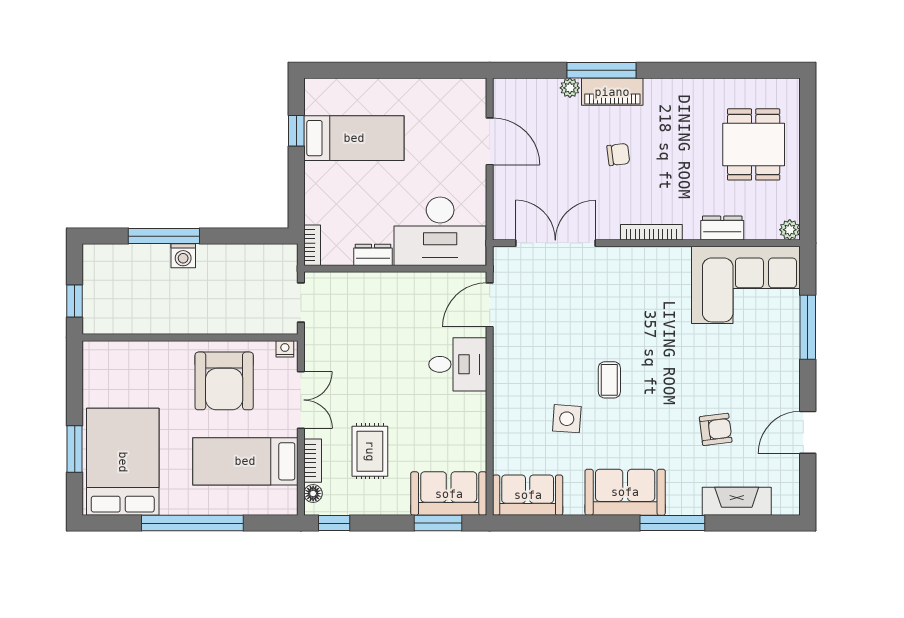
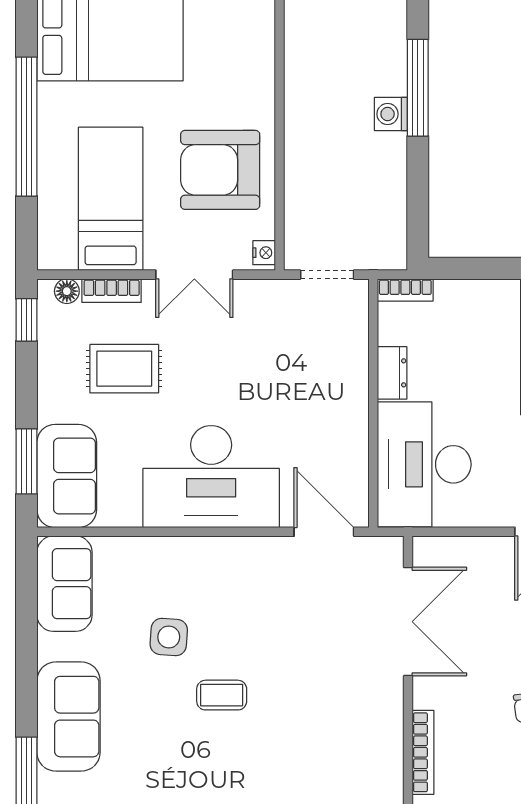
desk: (458, 364) -> (211, 477), width x1.87, depth x1.30

